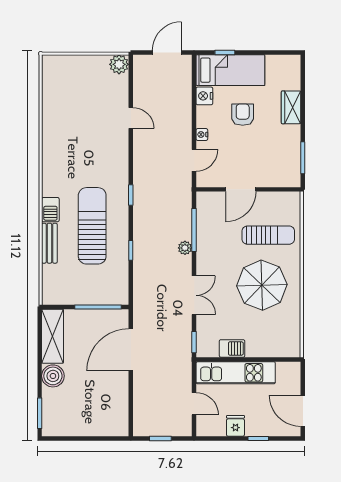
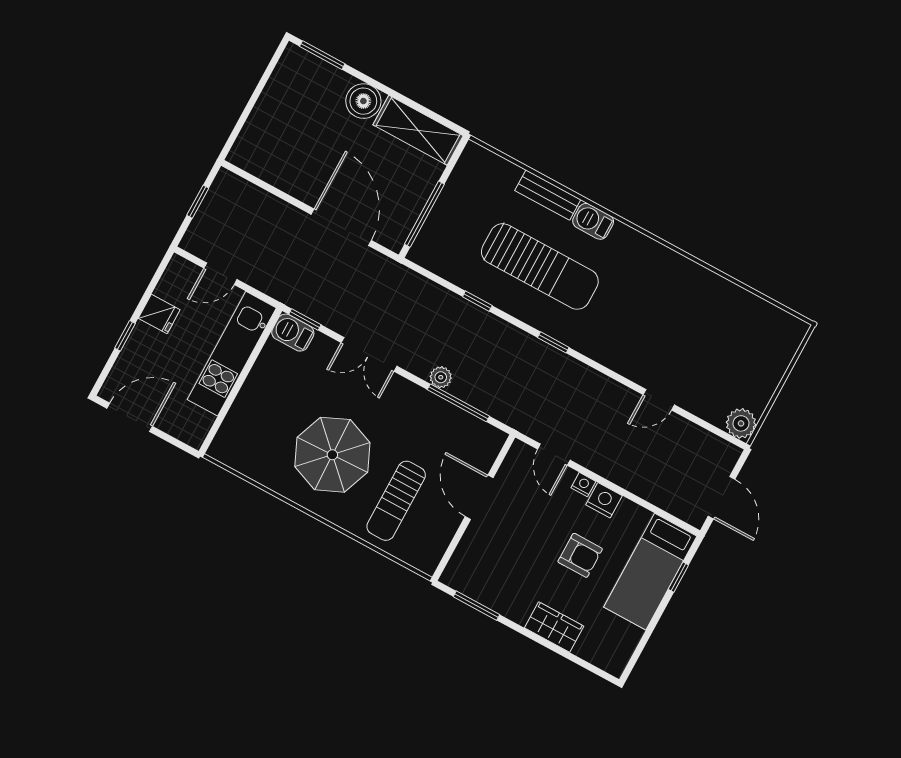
nightstand: (204, 96) -> (604, 500), moved
barbecue: (232, 348) -> (293, 333), moved, turned 90

